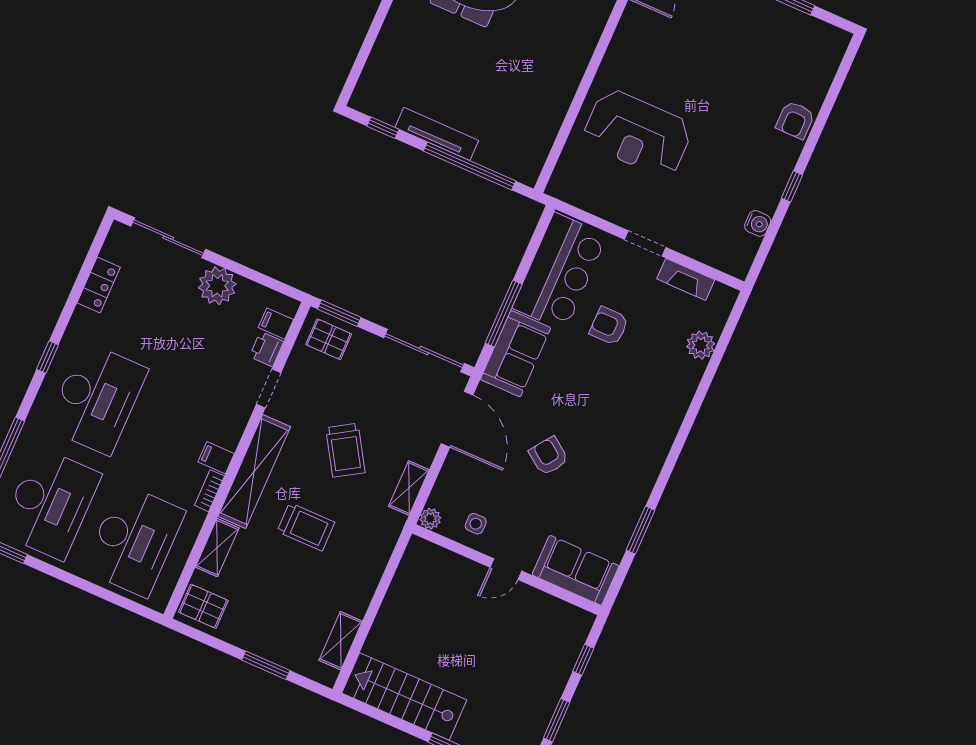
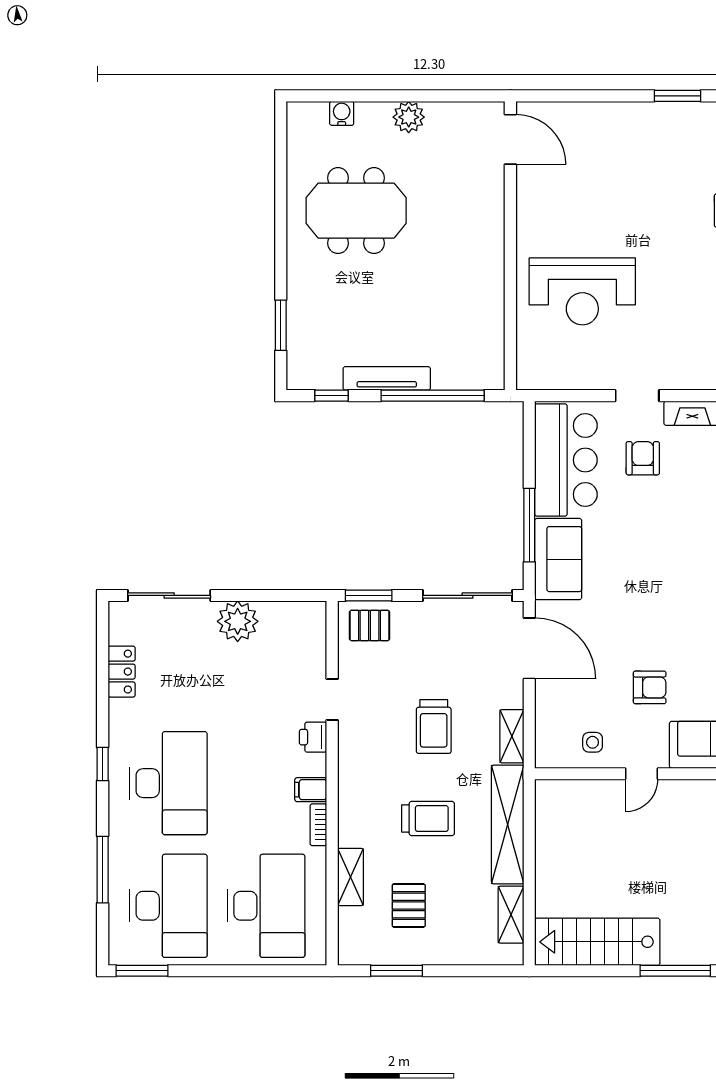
window: (366, 48) -> (281, 325), added
filing cabinet: (276, 324) -> (311, 633), removed
armchair: (609, 326) -> (643, 458), moved, turned 90
printer: (266, 349) -> (313, 737), moved
trolley: (345, 450) -> (434, 727), turned 32
armchair: (549, 456) -> (650, 687), moved, turned 144
shelving: (254, 472) -> (508, 824), moved
plant: (430, 519) -> (546, 757), removed
pallet: (203, 606) -> (409, 906), moved, turned 90
window: (266, 665) -> (397, 971), moved

